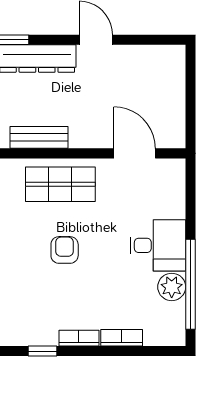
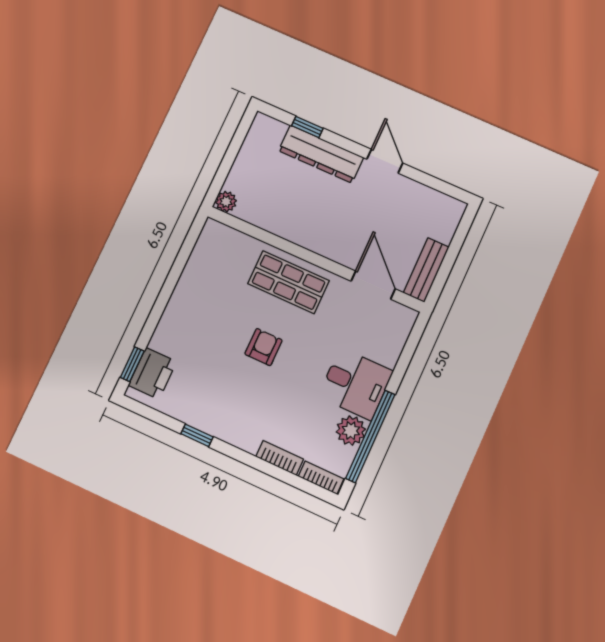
bench: (39, 137) -> (426, 270), moved, turned 90
bookcase: (79, 338) -> (321, 478), moved

